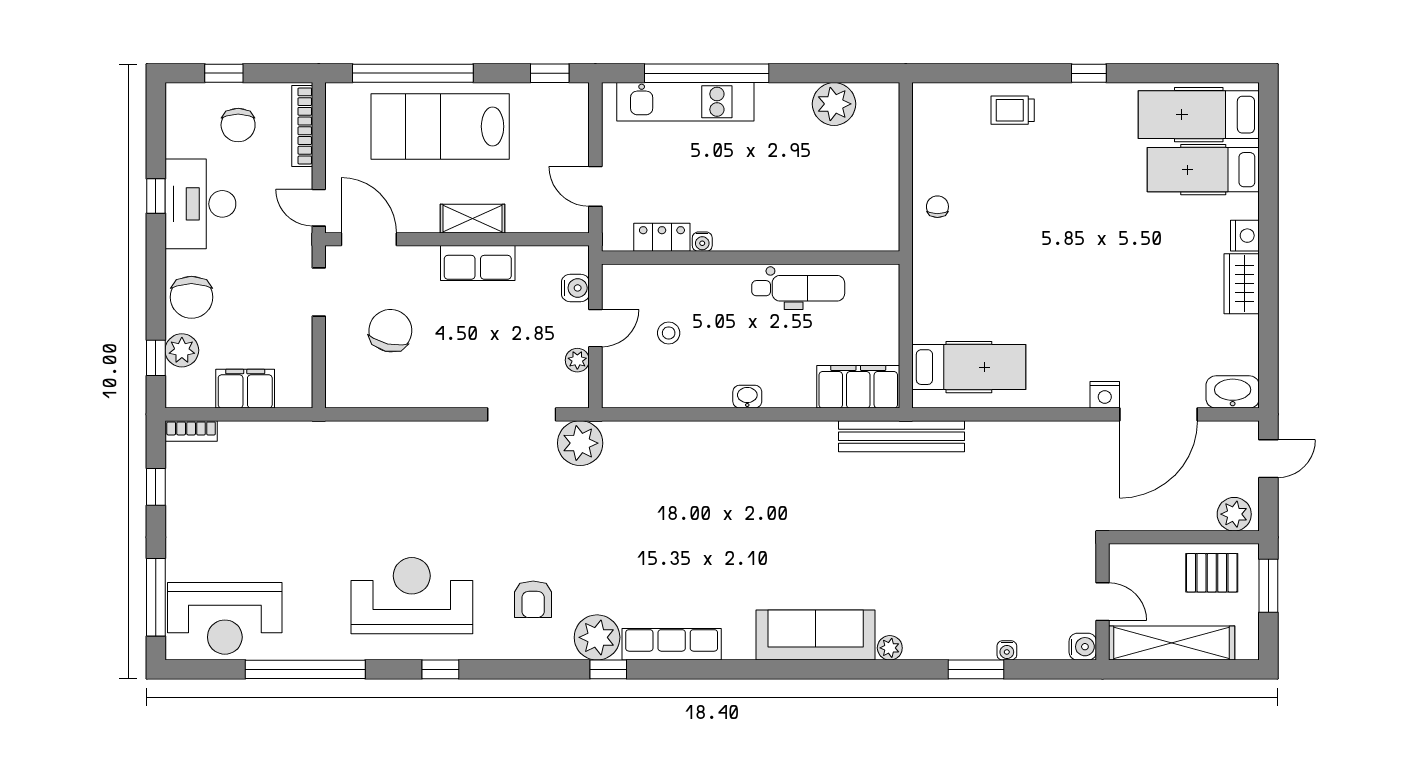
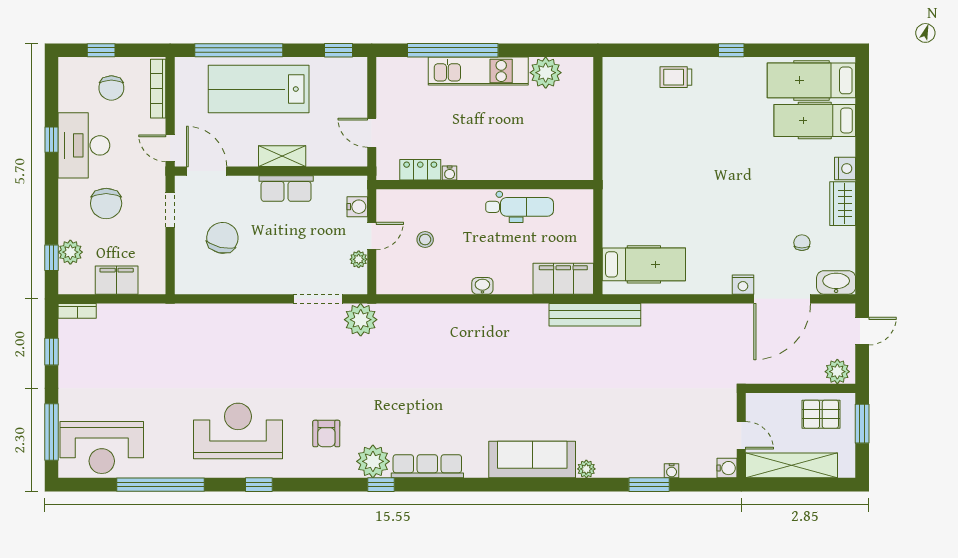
kitchen unit: (685, 102) -> (478, 71), moved
chair: (937, 207) -> (802, 243), moved
chair: (191, 297) -> (106, 203), moved

